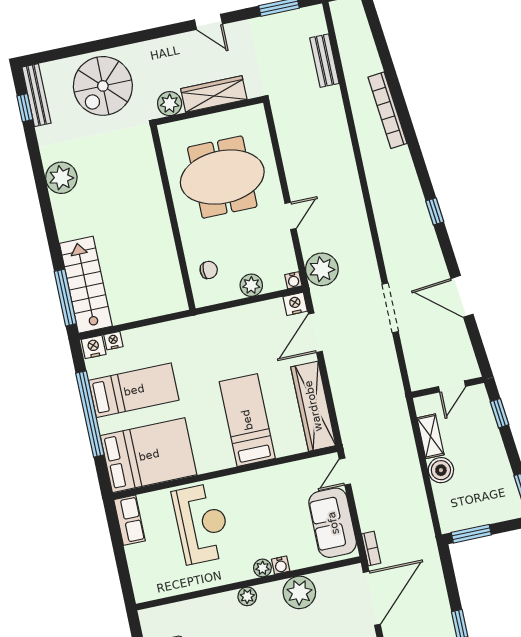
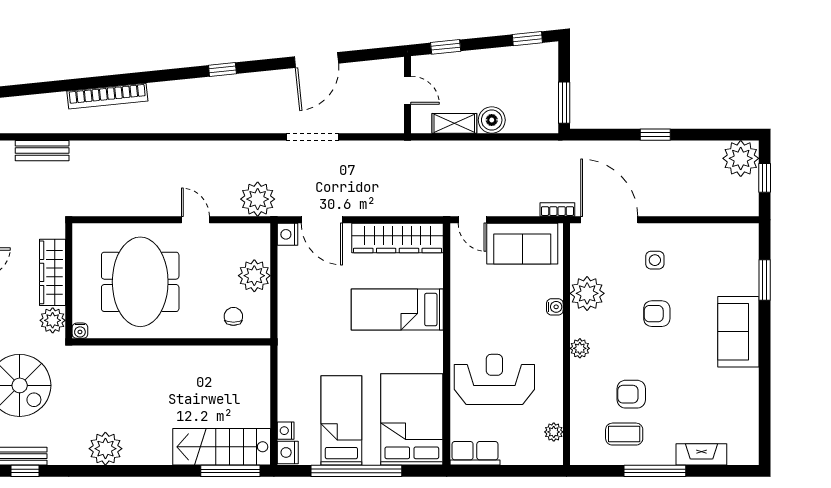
water cooler: (293, 280) -> (80, 331), moved, turned 90
plant: (251, 285) -> (254, 276), width x1.36, depth x1.36
plant: (262, 568) -> (554, 432), moved

